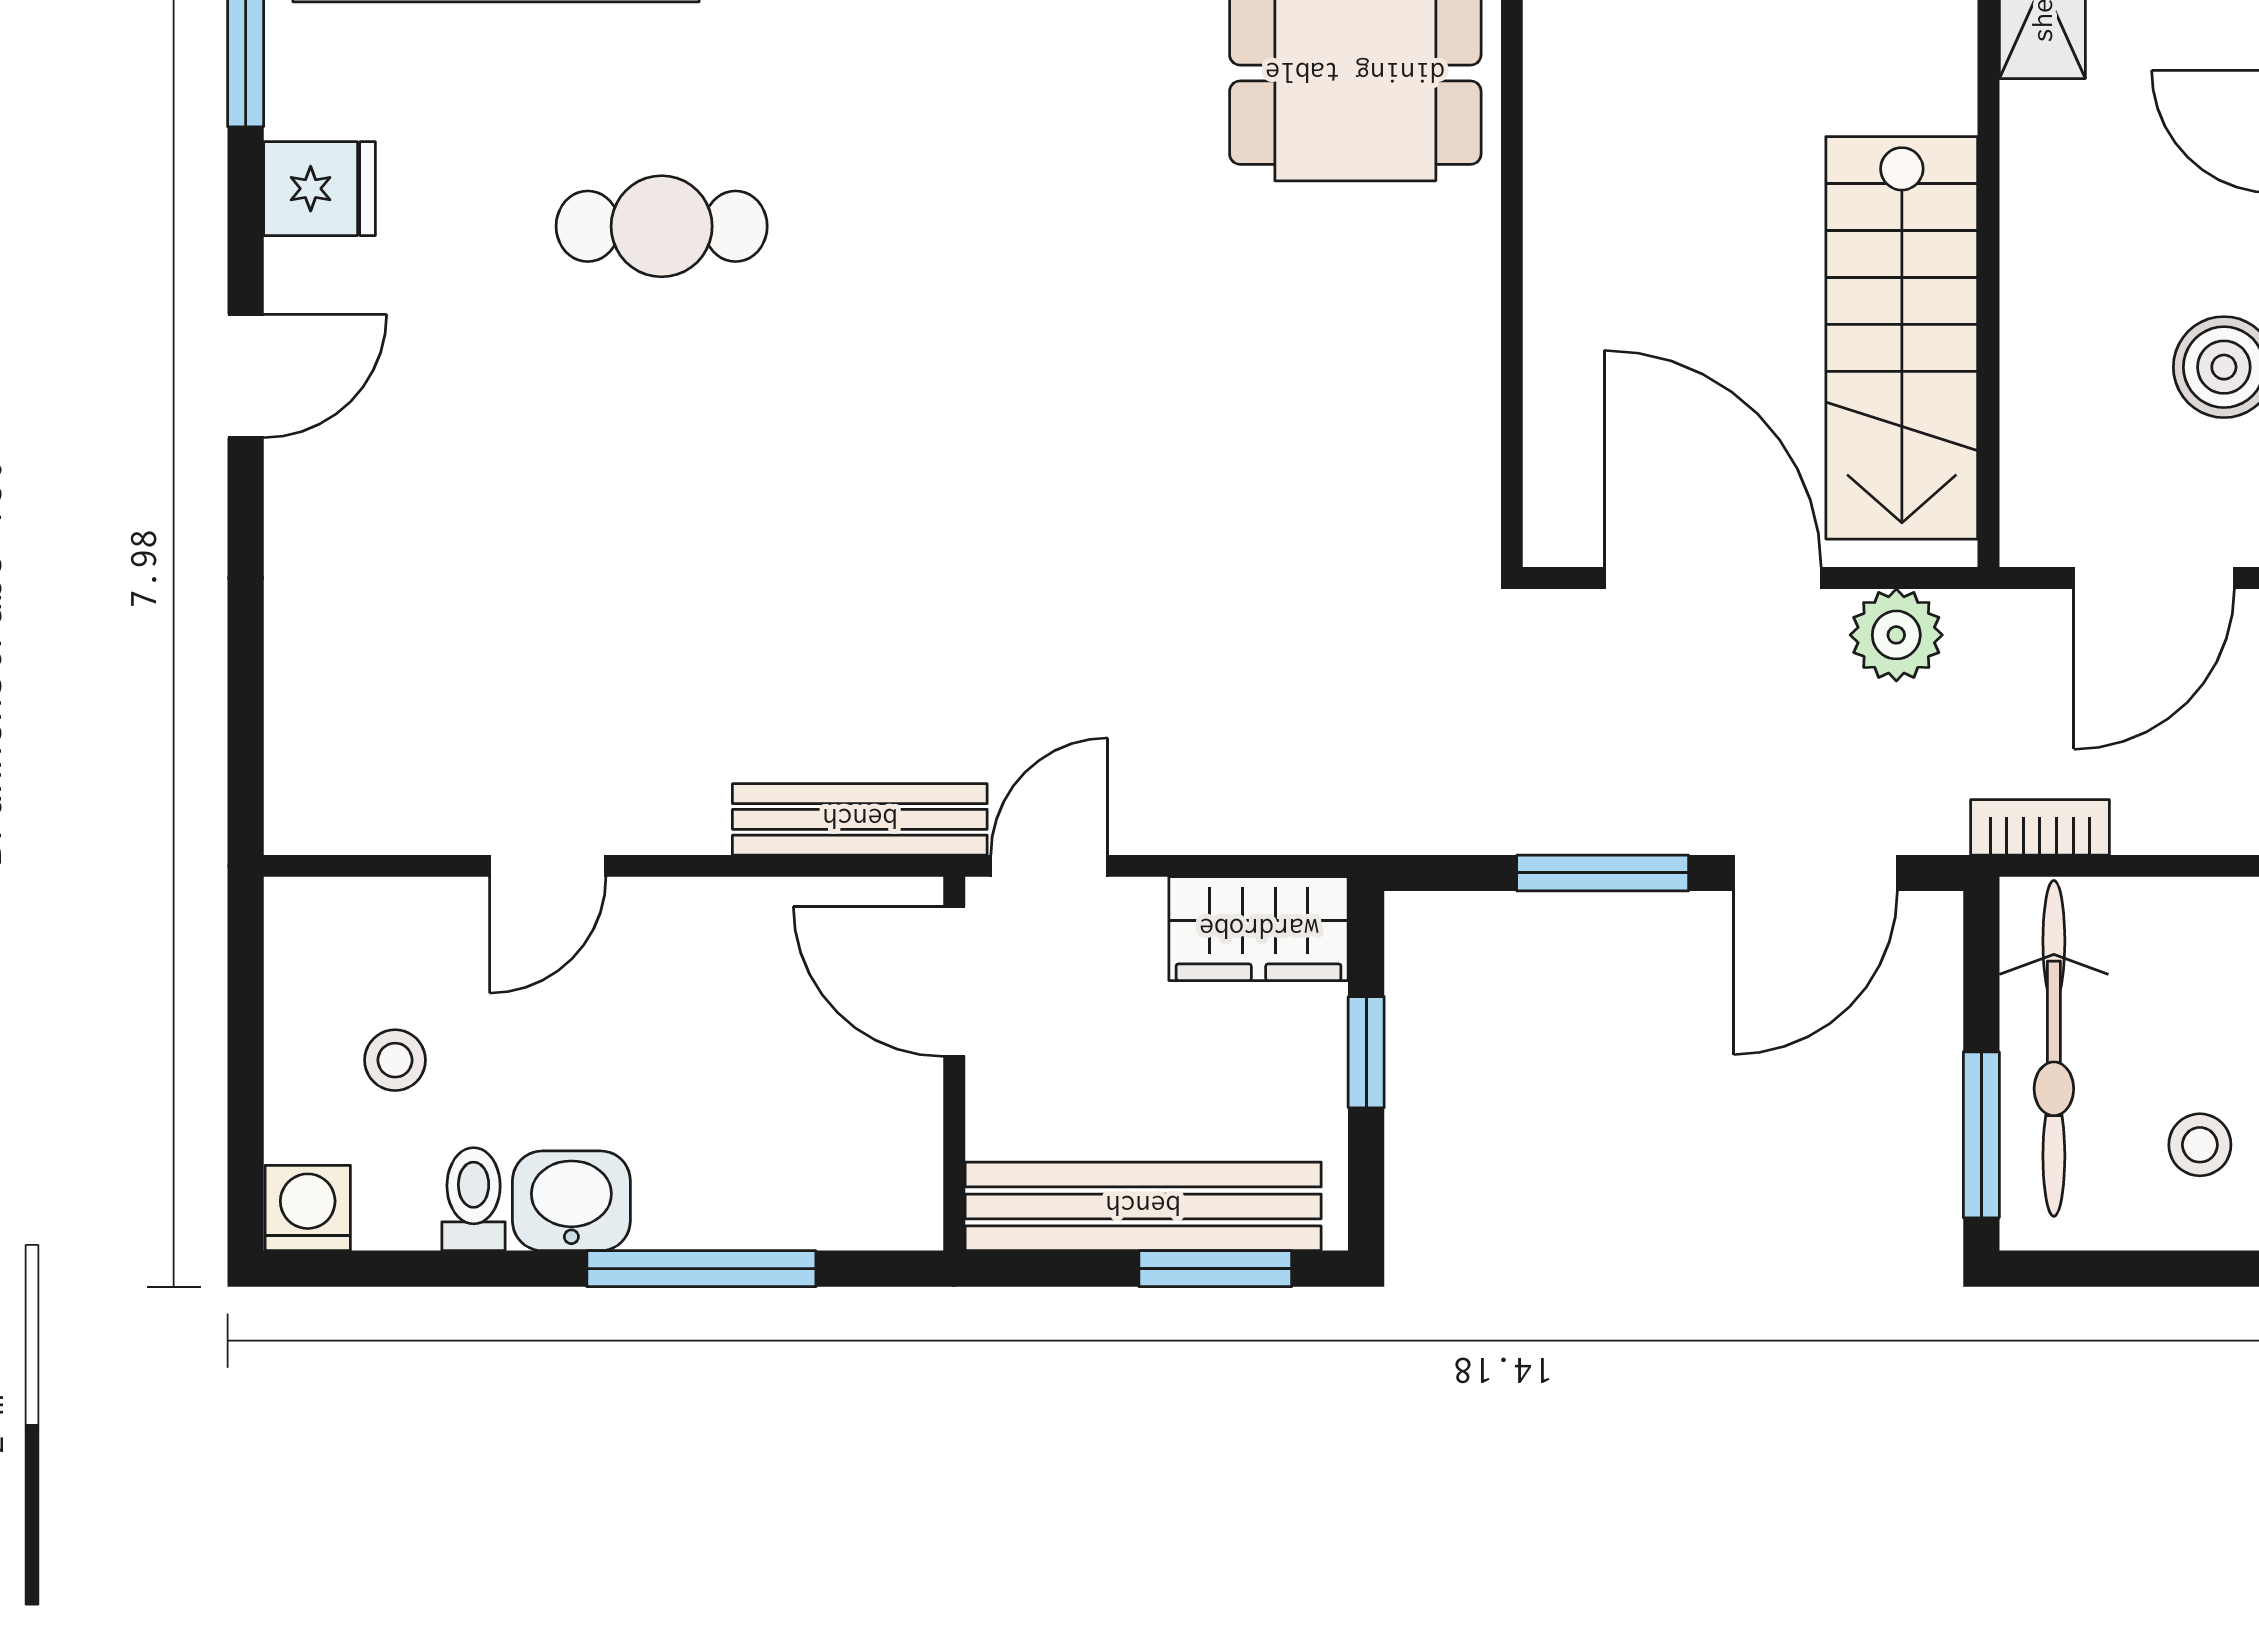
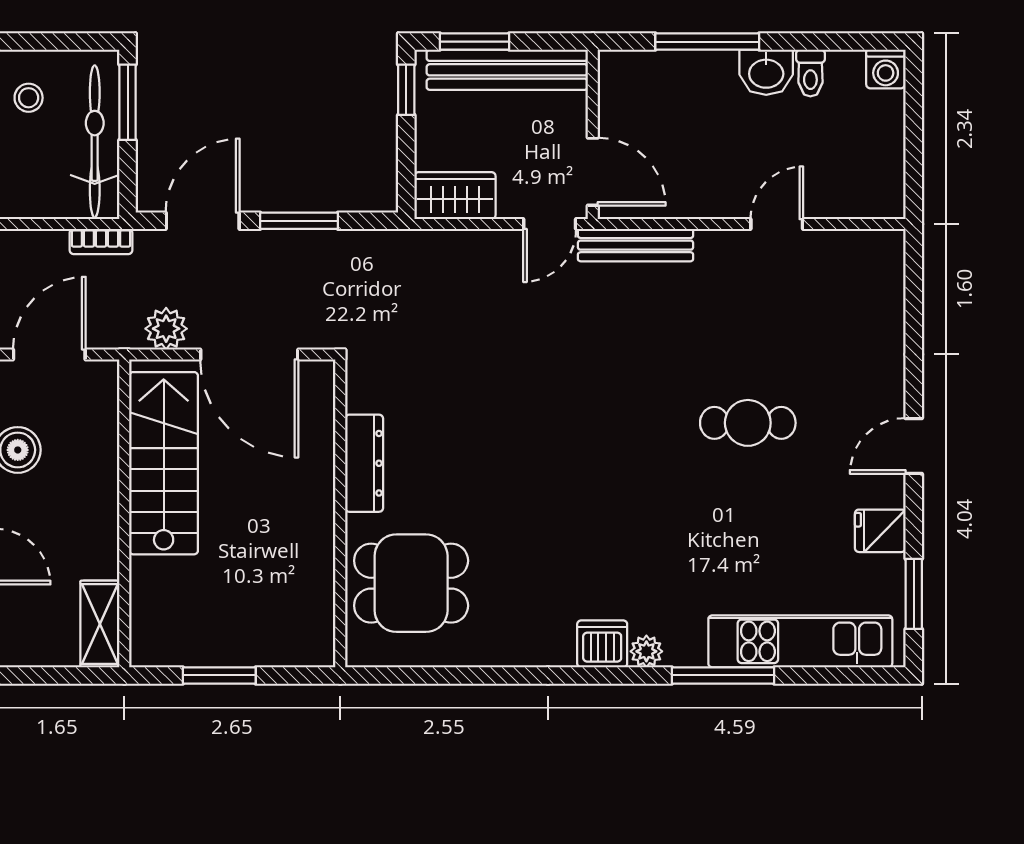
cafe table: (662, 226) -> (748, 423), moved
dresser: (1459, 338) -> (364, 463), added
window: (1366, 1052) -> (406, 90), moved
stool: (395, 1060) -> (846, 136), removed

